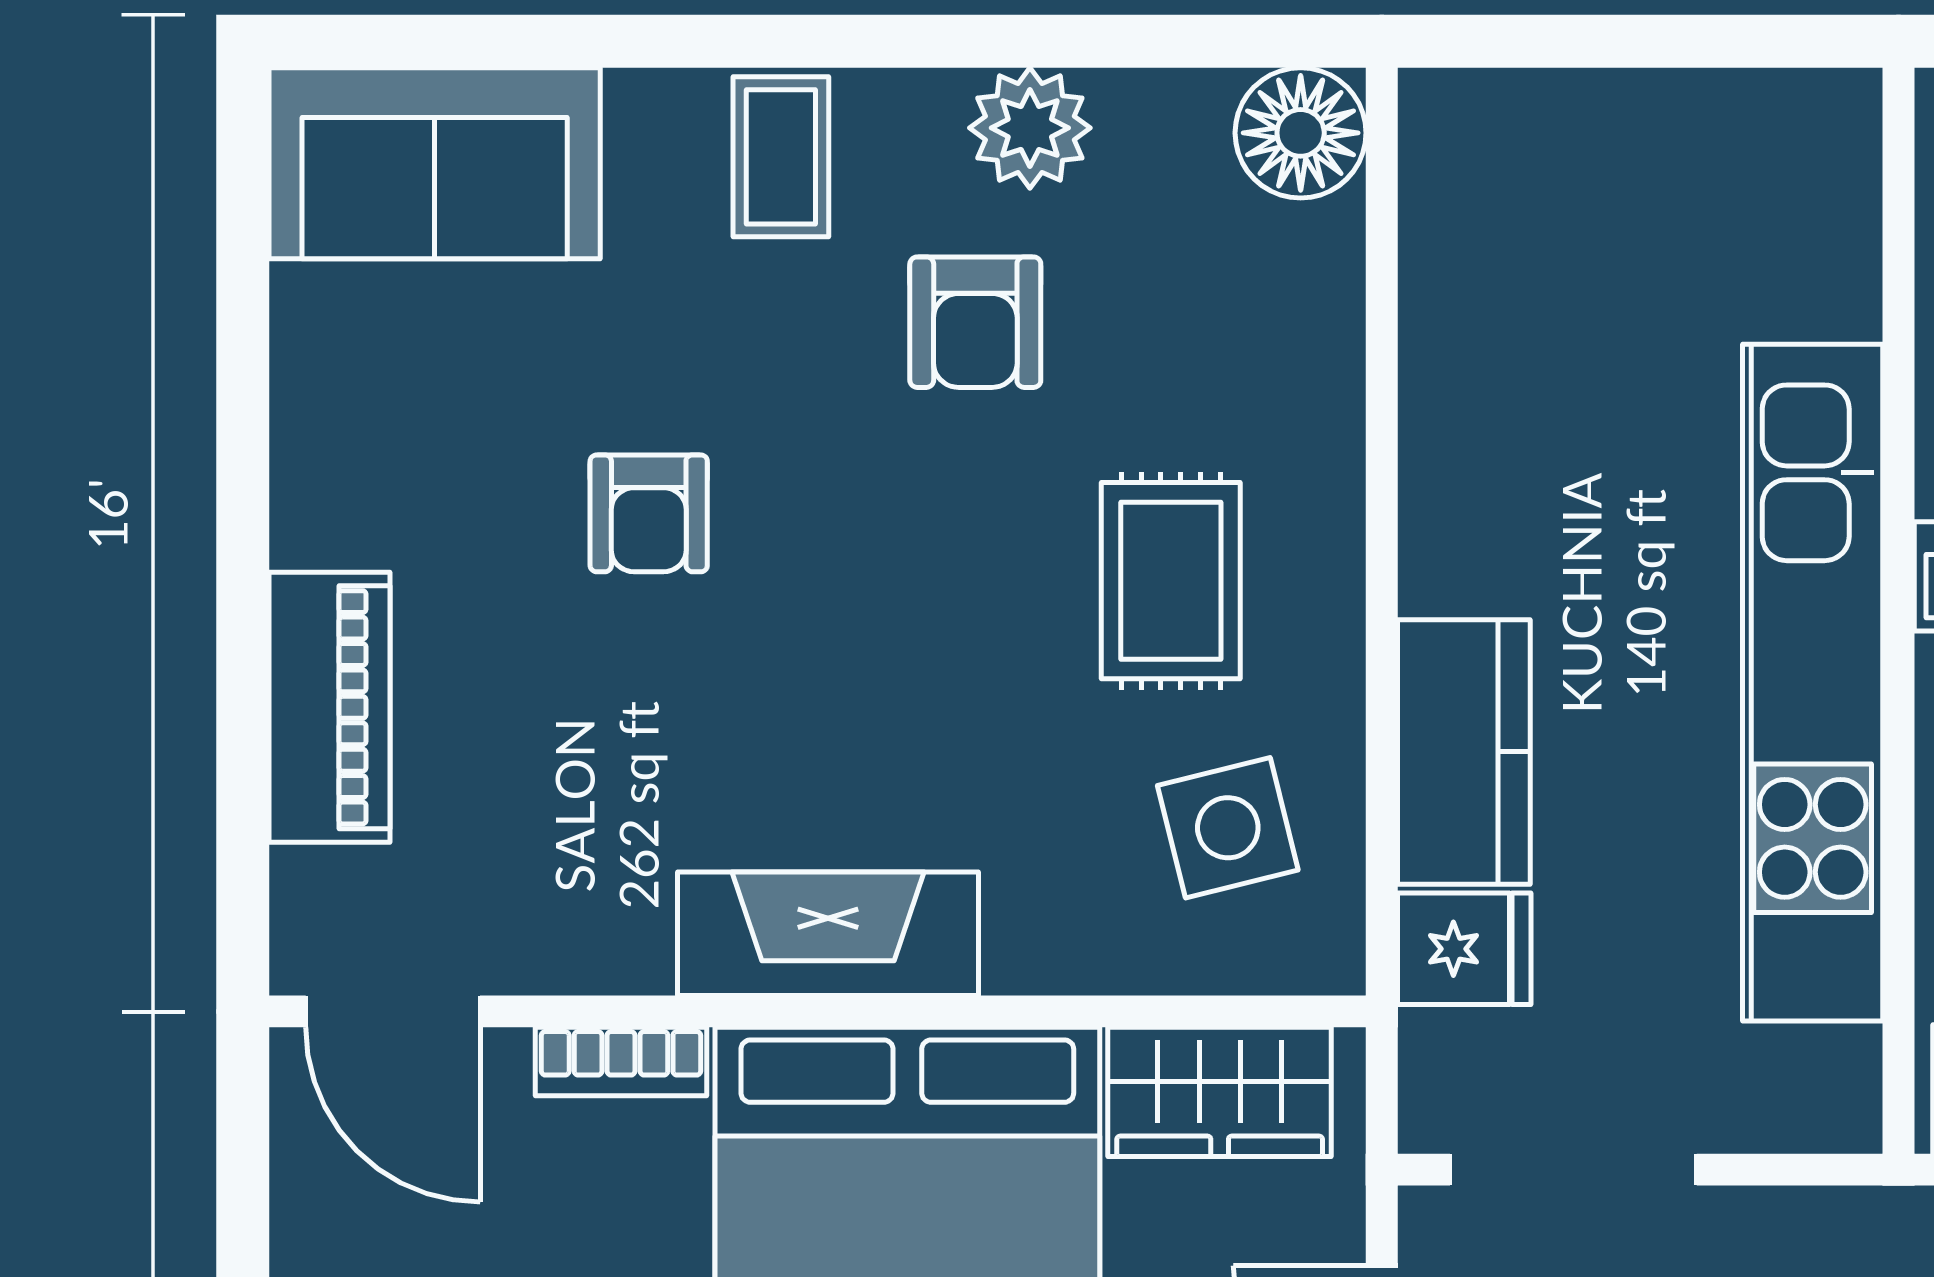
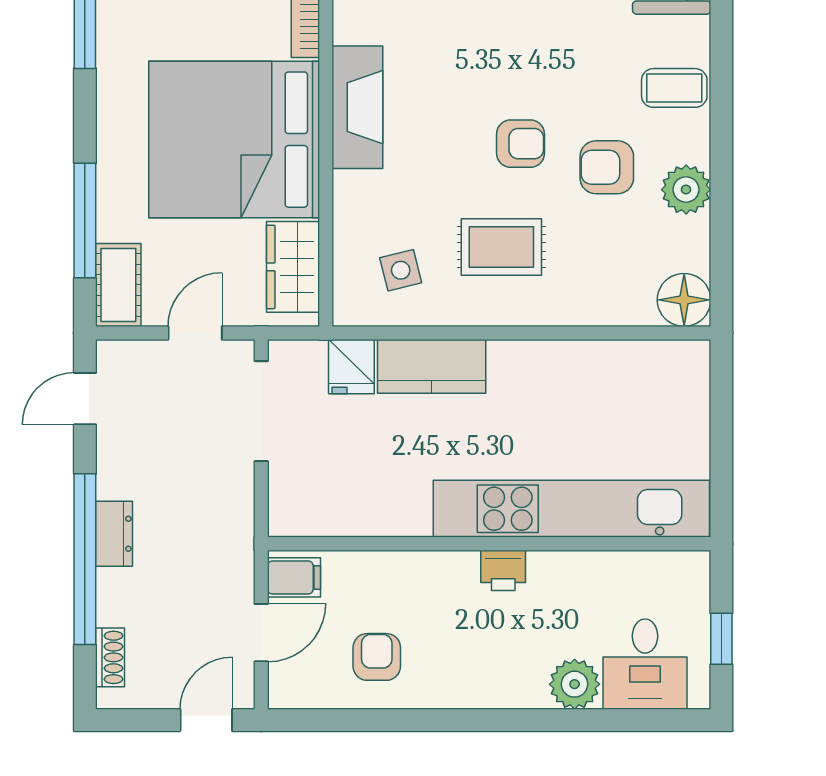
armchair: (649, 513) -> (521, 144), moved, turned 180
kitchen unit: (1813, 683) -> (571, 509), moved
side table: (1228, 828) -> (401, 270), width x0.73, depth x0.73

